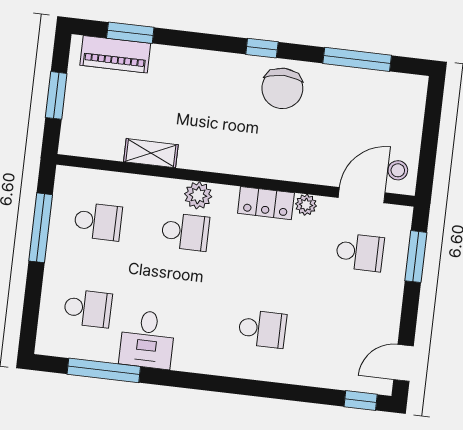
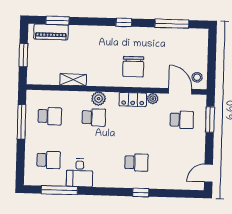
chair: (282, 88) -> (133, 67), moved
door: (362, 195) -> (180, 91), hinge flipped
window: (361, 401) -> (141, 192), moved

